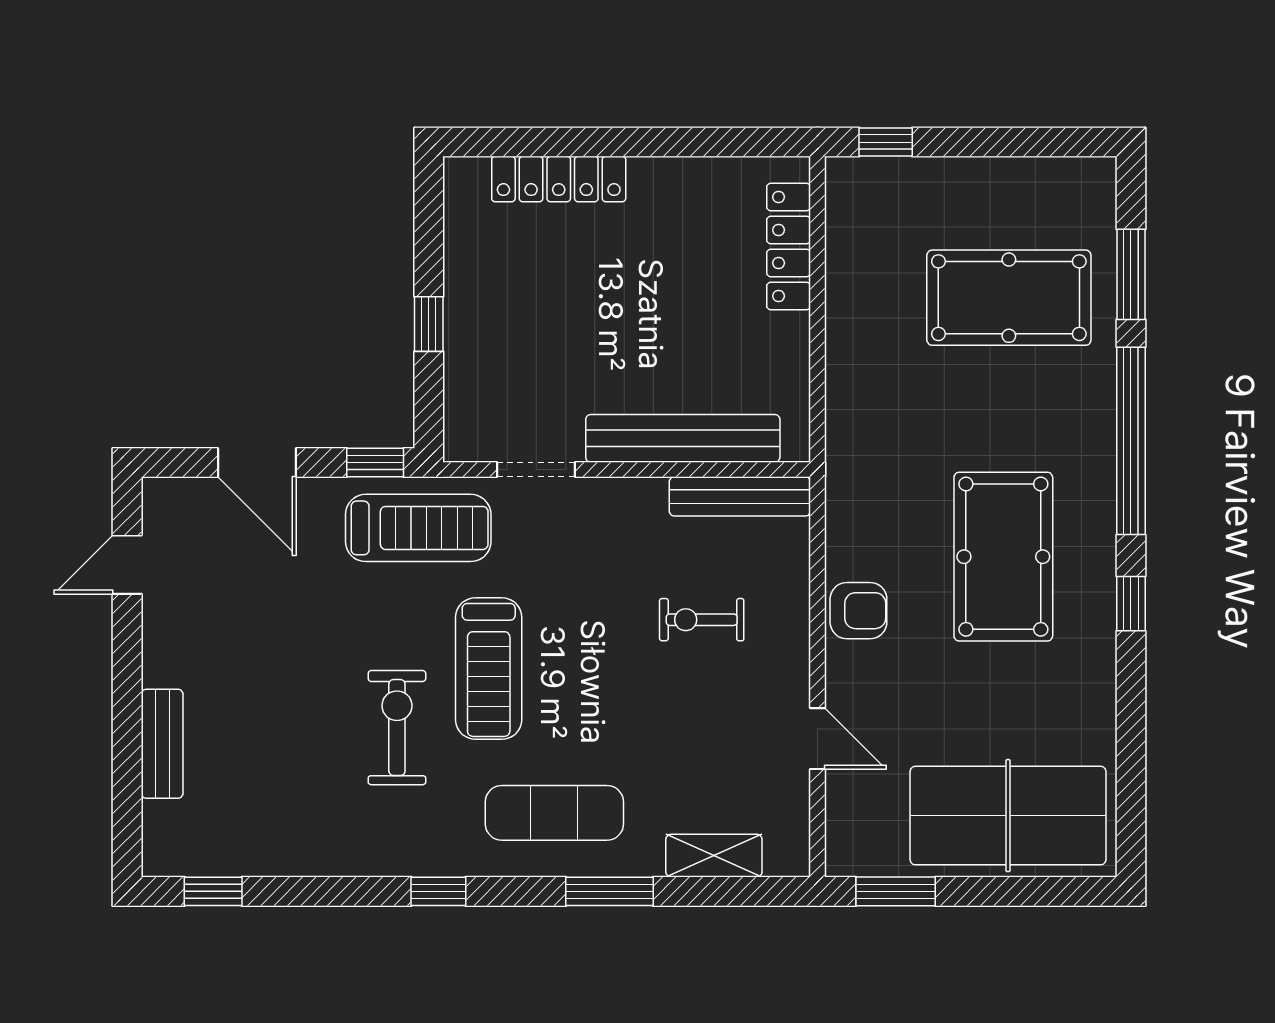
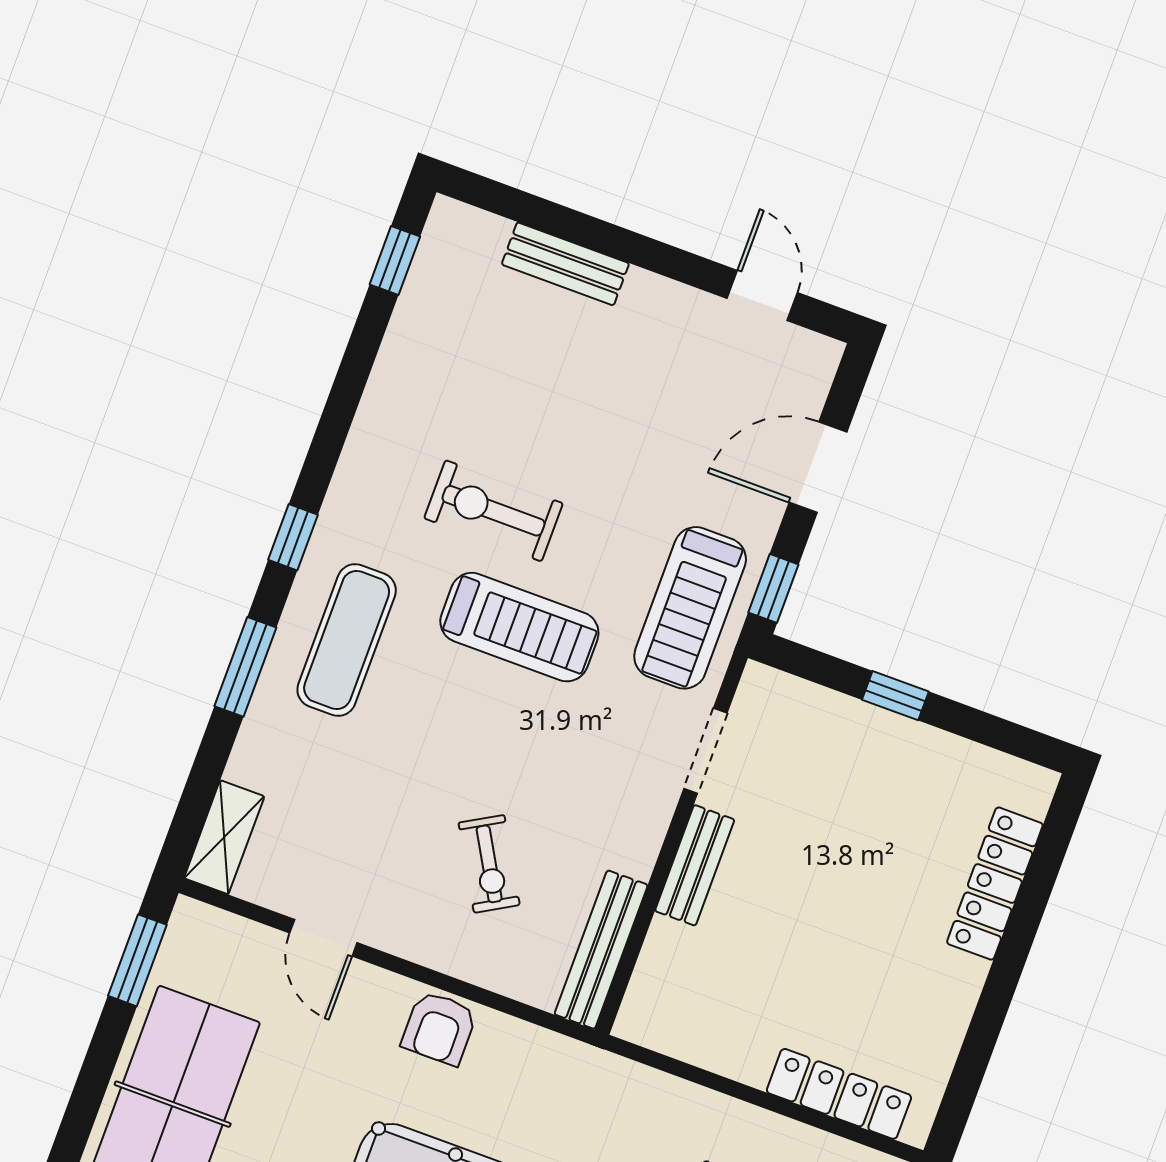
bench: (683, 438) -> (695, 865), width x0.54, depth x0.82
exercise bike: (702, 620) -> (489, 864), turned 150
treadmill: (489, 668) -> (519, 627), turned 180
exercise bike: (397, 728) -> (494, 511), turned 180
door: (818, 739) -> (323, 938), hinge flipped
shelving: (714, 856) -> (224, 837), moved
window: (438, 891) -> (293, 537), moved

